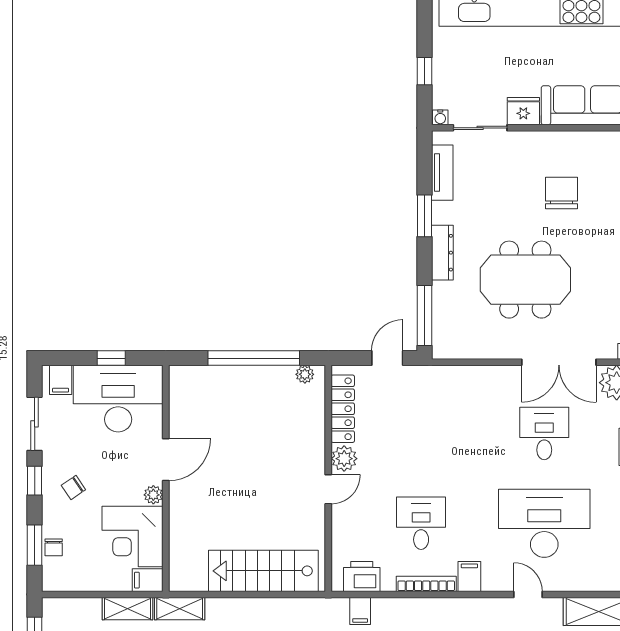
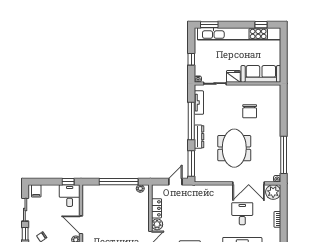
chair: (561, 193) -> (250, 111), turned 180
window: (425, 216) -> (191, 121), width x2.11
meeting table: (525, 280) -> (234, 148), turned 90
window: (111, 358) -> (68, 182), moved
desk: (118, 399) -> (70, 196), width x0.53, depth x0.77
locker: (343, 409) -> (156, 208), width x0.66
door: (166, 460) -> (81, 225), swing flipped

